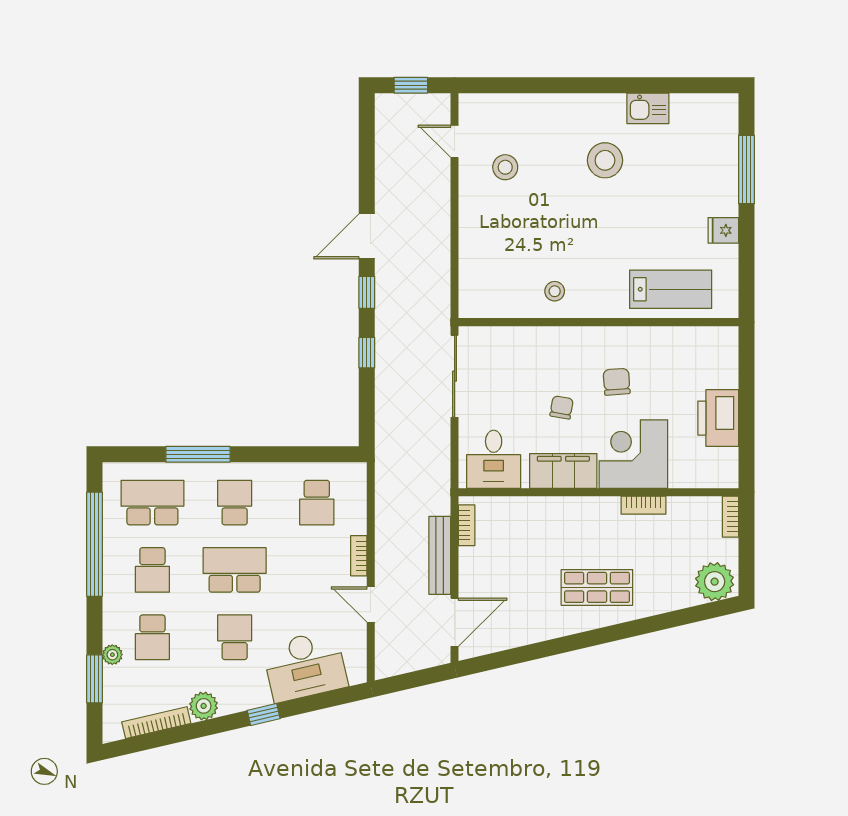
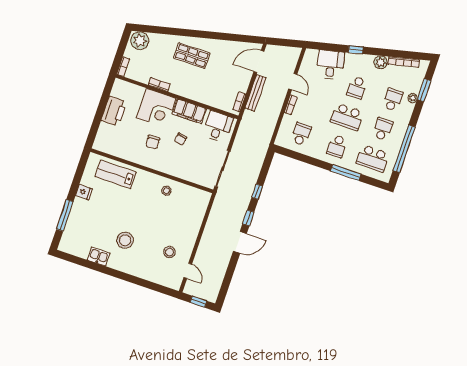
desk: (305, 666) -> (331, 65), width x0.73

